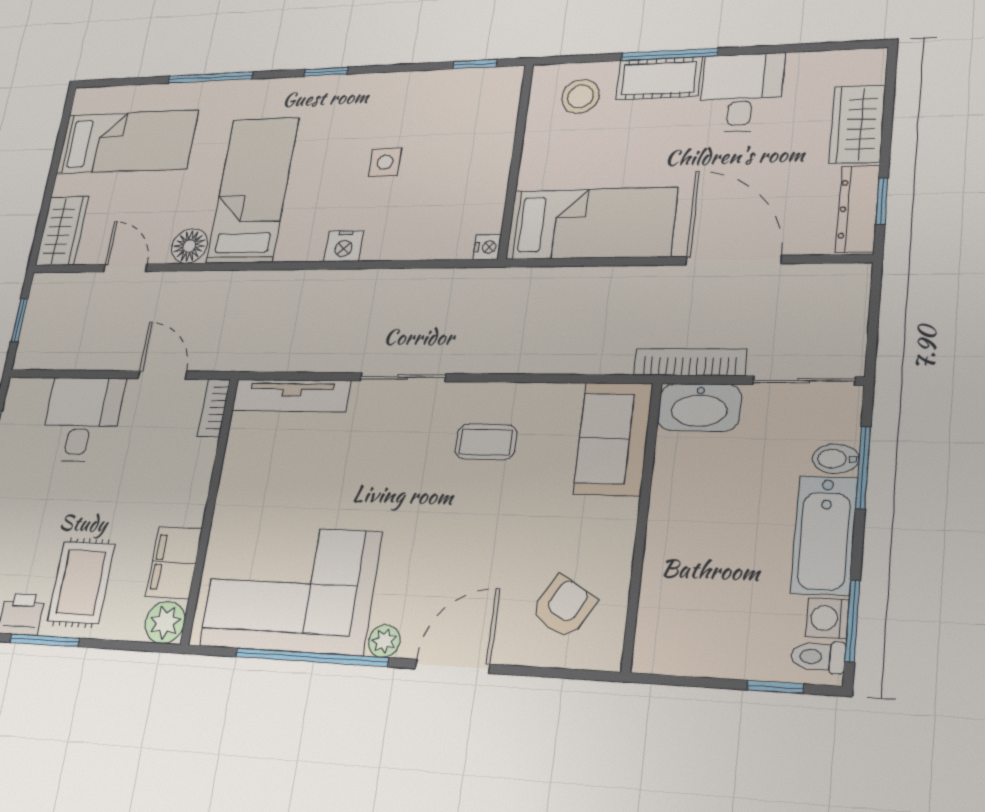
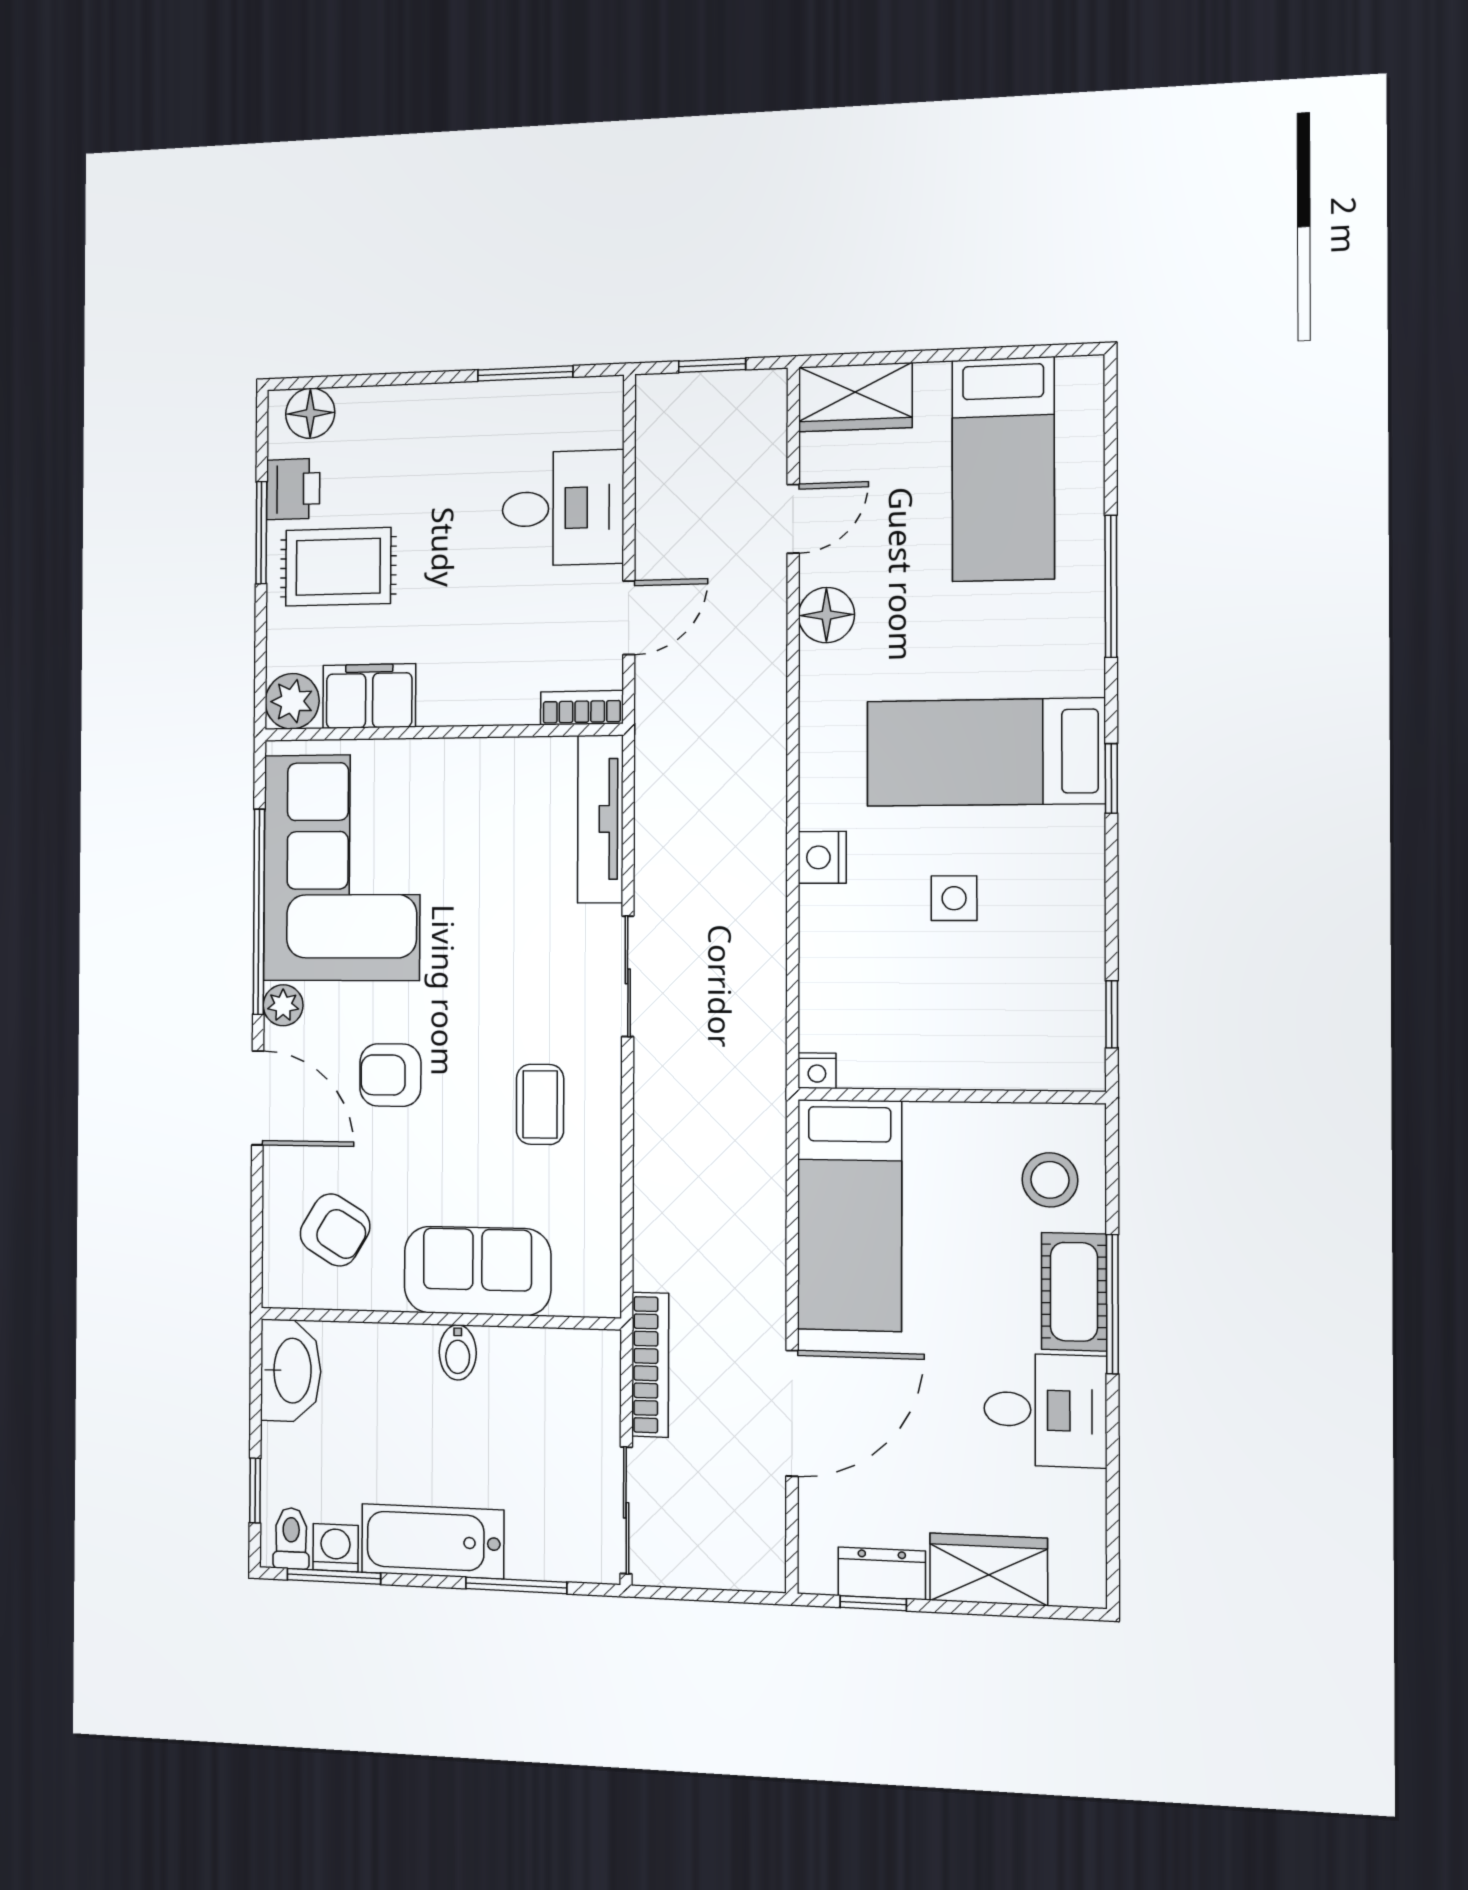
bed: (253, 190) -> (985, 752), moved, turned 180
dresser: (858, 209) -> (882, 1573), width x0.70
washbasin: (699, 407) -> (291, 1371), moved, turned 180
sofa: (613, 439) -> (477, 1271), moved
bidet: (836, 459) -> (458, 1352), moved, turned 180
armchair: (449, 557) -> (390, 1075), added

